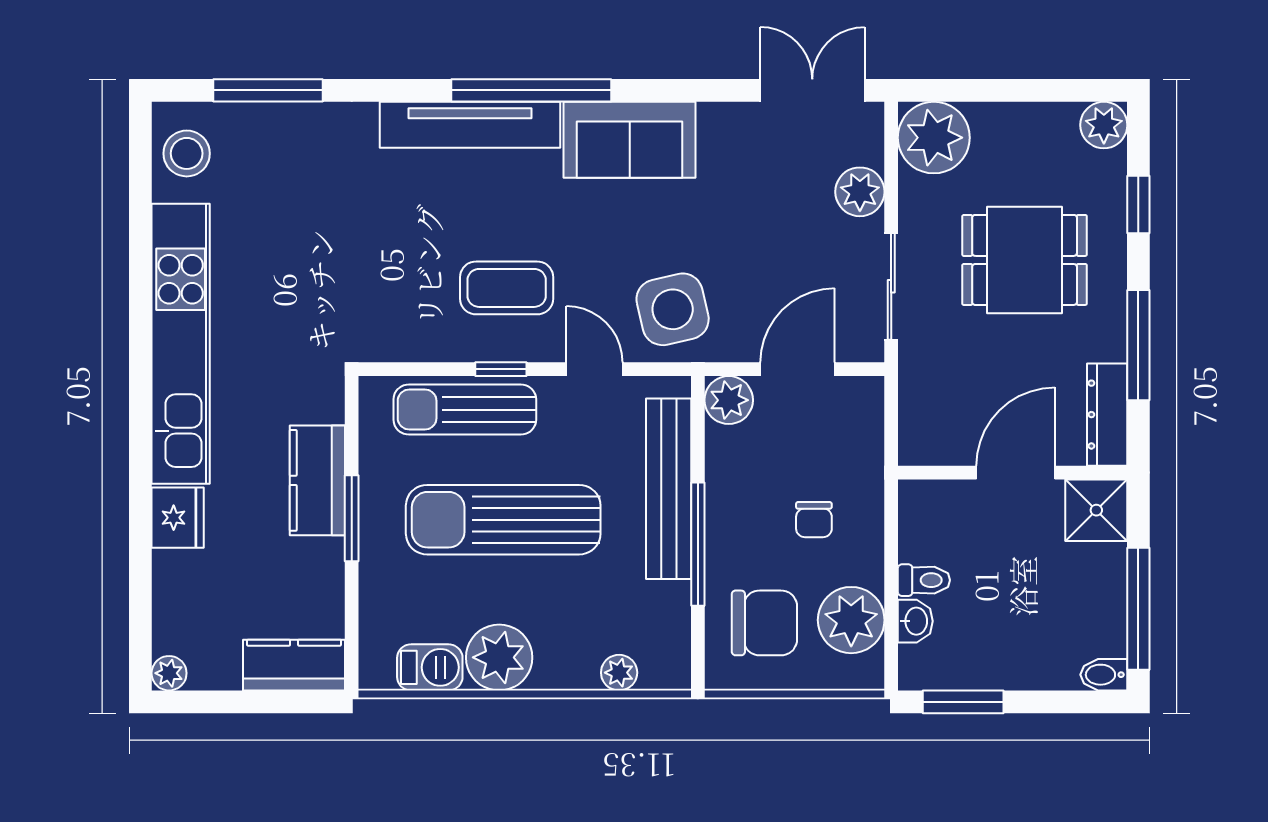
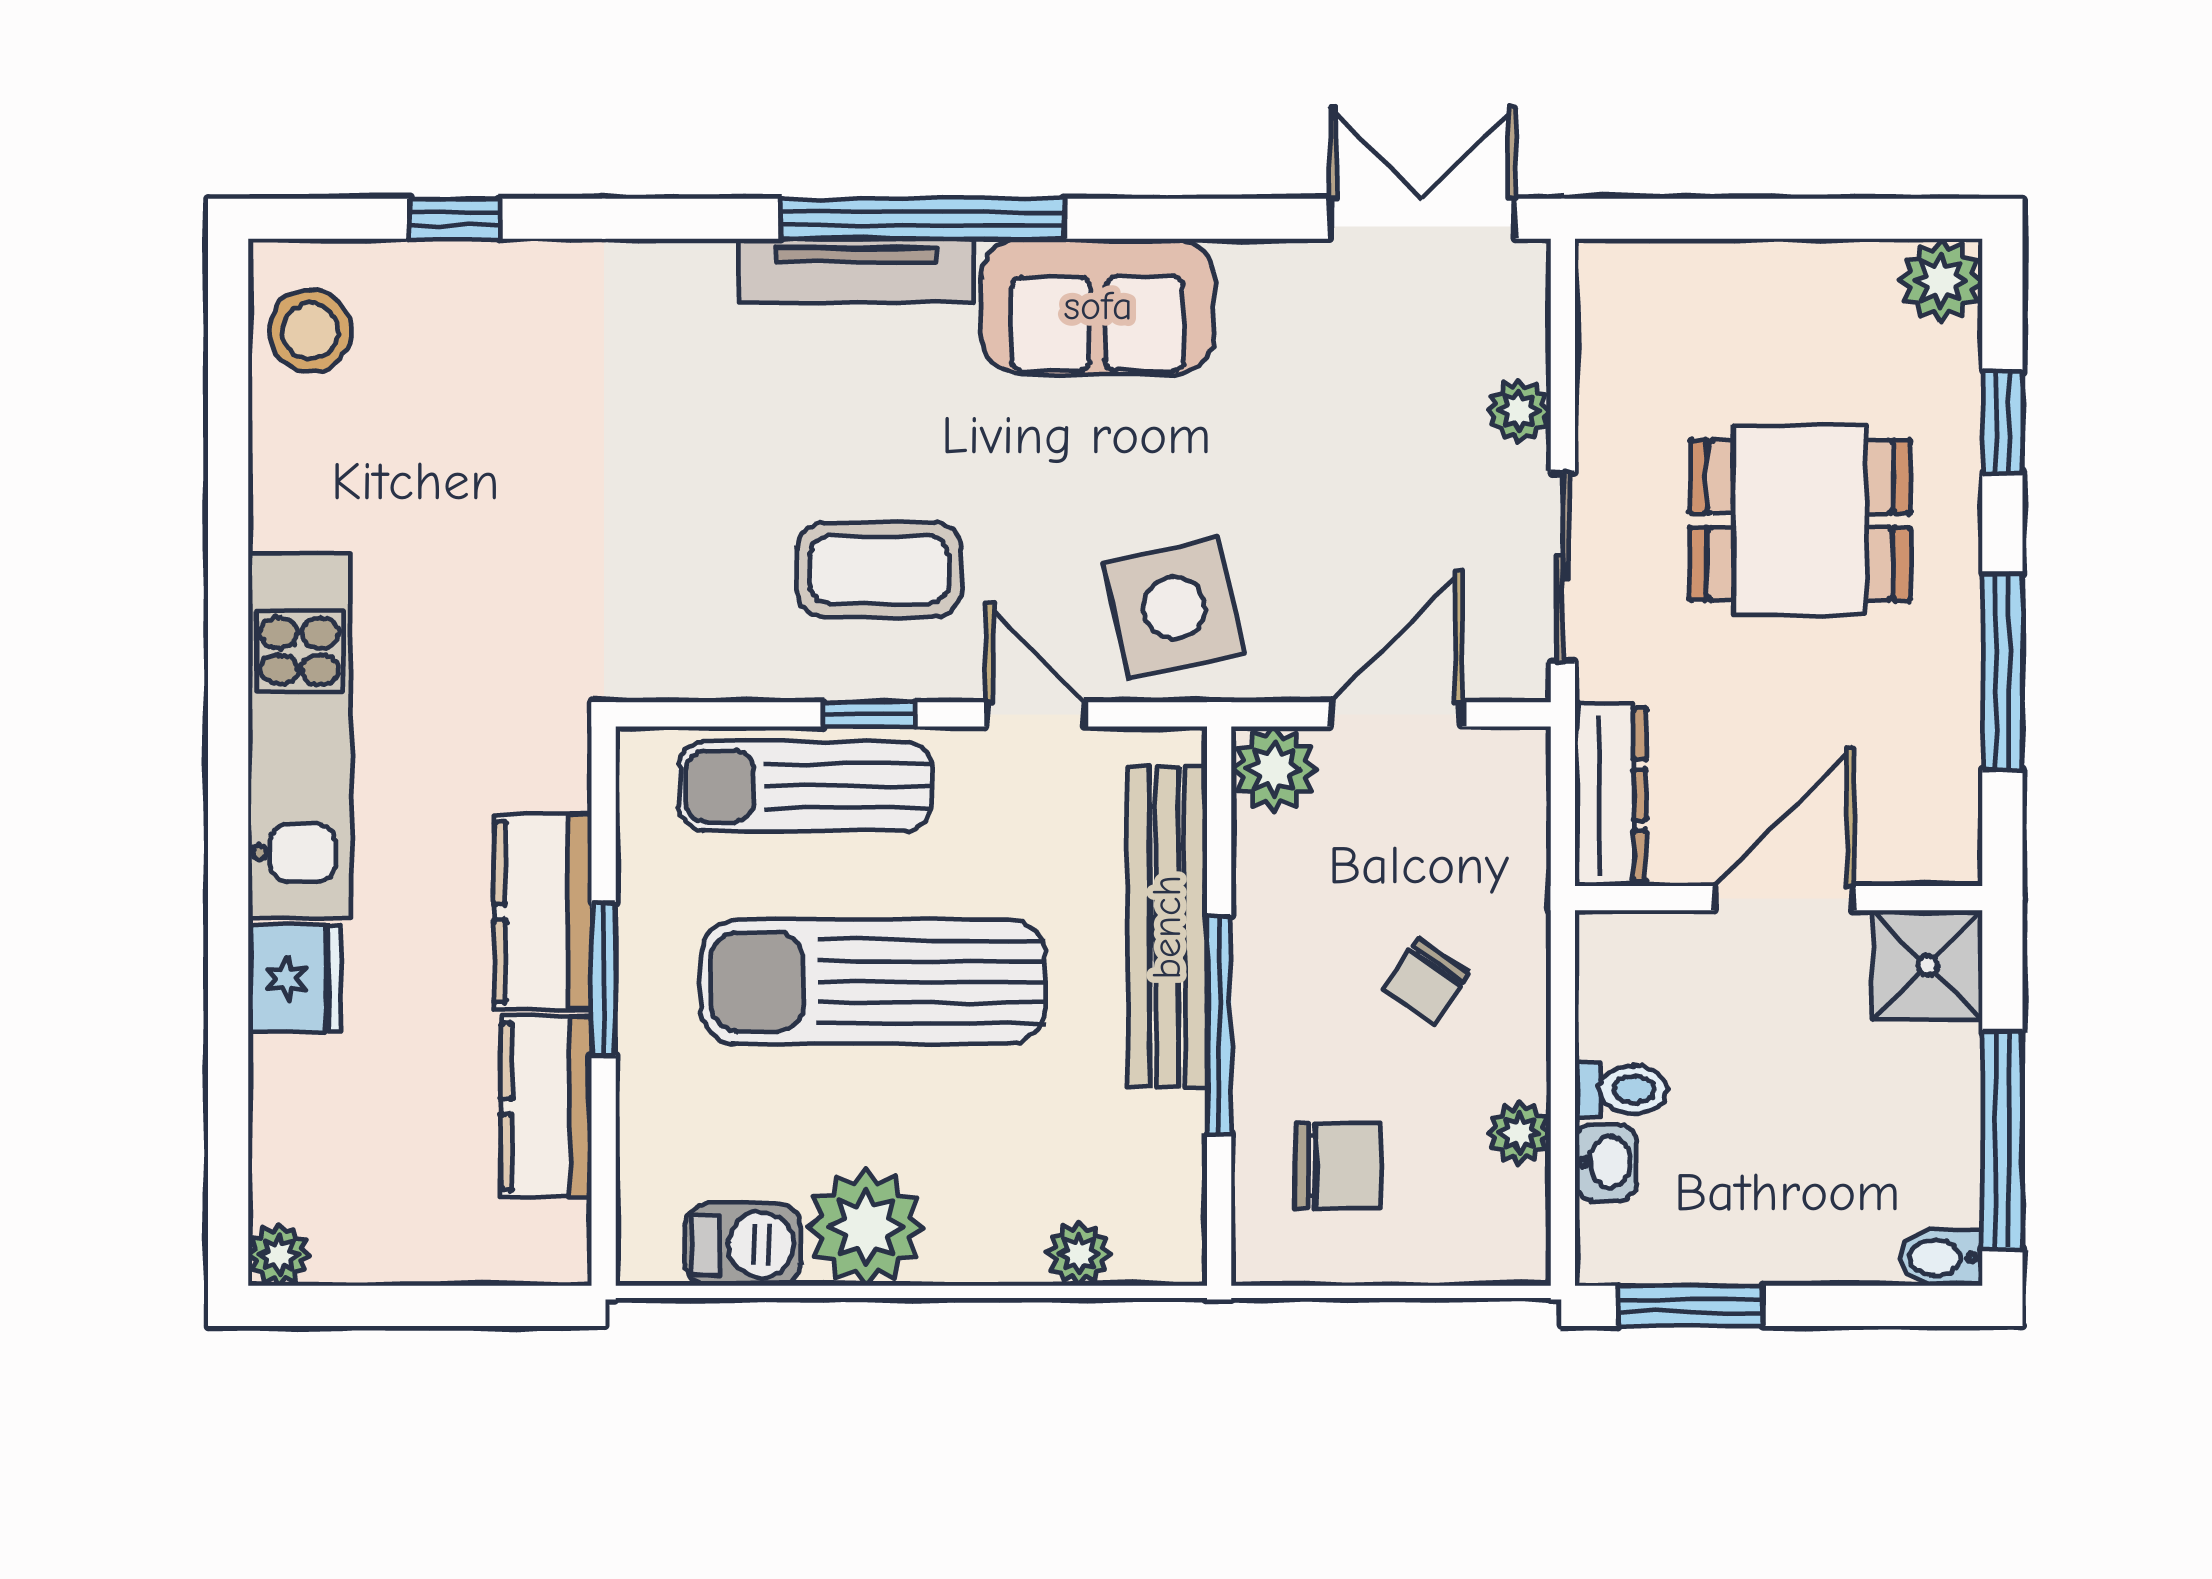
window: (268, 90) -> (455, 219), width x0.46
tv unit: (470, 125) -> (857, 271), width x0.73, depth x0.78
plant: (934, 138) -> (1639, 303), removed
plant: (860, 192) -> (1519, 411), width x0.73, depth x0.73
kitchen unit: (181, 344) -> (300, 735), width x0.73
dresser: (1107, 415) -> (1611, 795), moved, turned 180
chair: (814, 520) -> (1426, 982), turned 35
plant: (851, 620) -> (1519, 1133), width x0.53, depth x0.53
chair: (764, 623) -> (1338, 1165), width x0.73, depth x0.73
kitchen counter: (294, 665) -> (546, 1107), moved, turned -90

